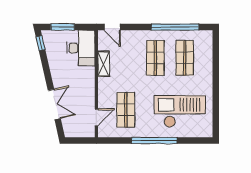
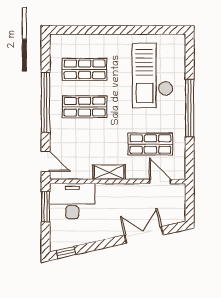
window: (63, 27) -> (46, 207), moved
door: (112, 27) -> (46, 161), hinge flipped
window: (175, 27) -> (46, 102), moved
shelving: (104, 64) -> (109, 172), moved

